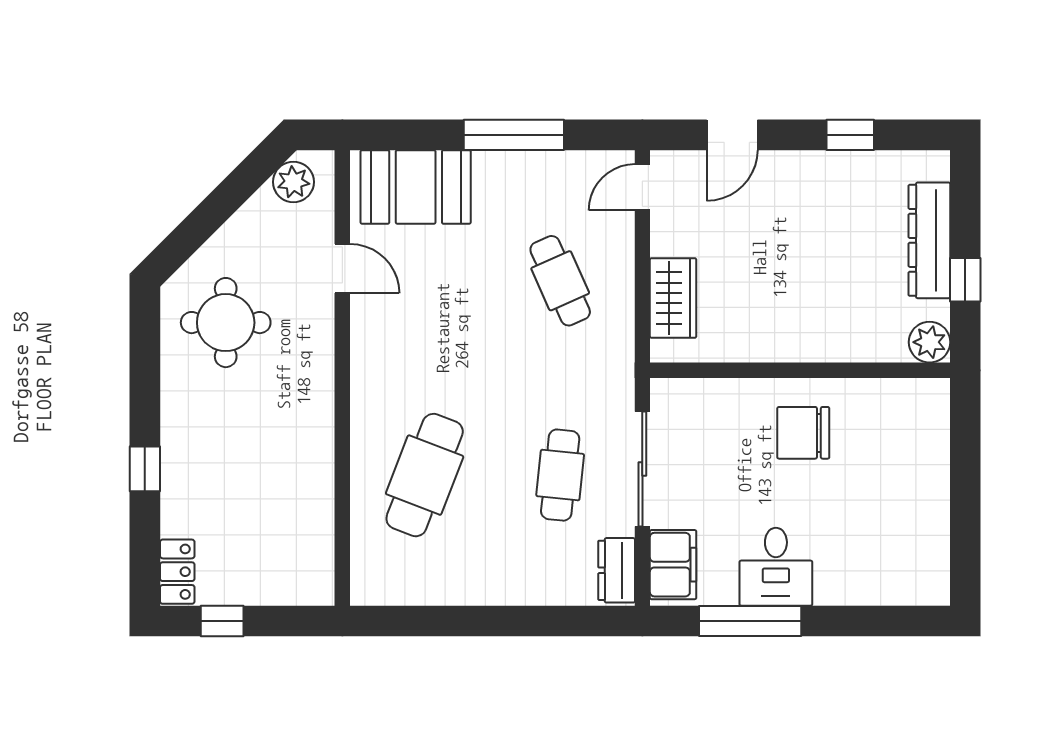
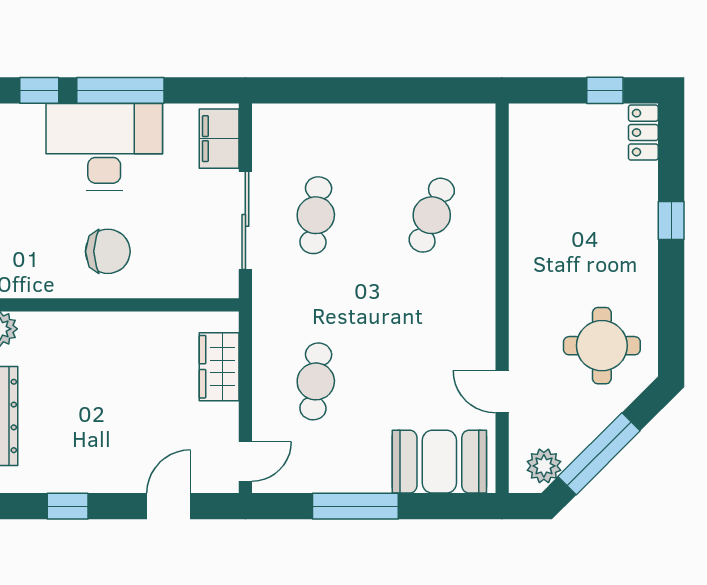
window: (229, 196) -> (599, 454), added
cafe table: (560, 281) -> (316, 381), turned 30
cafe table: (425, 475) -> (432, 215), width x0.73, depth x0.74
desk: (776, 567) -> (104, 147), width x1.87, depth x1.30
dresser: (617, 570) -> (268, 134), removed
window: (750, 621) -> (120, 90), moved
window: (883, 621) -> (39, 90), added

